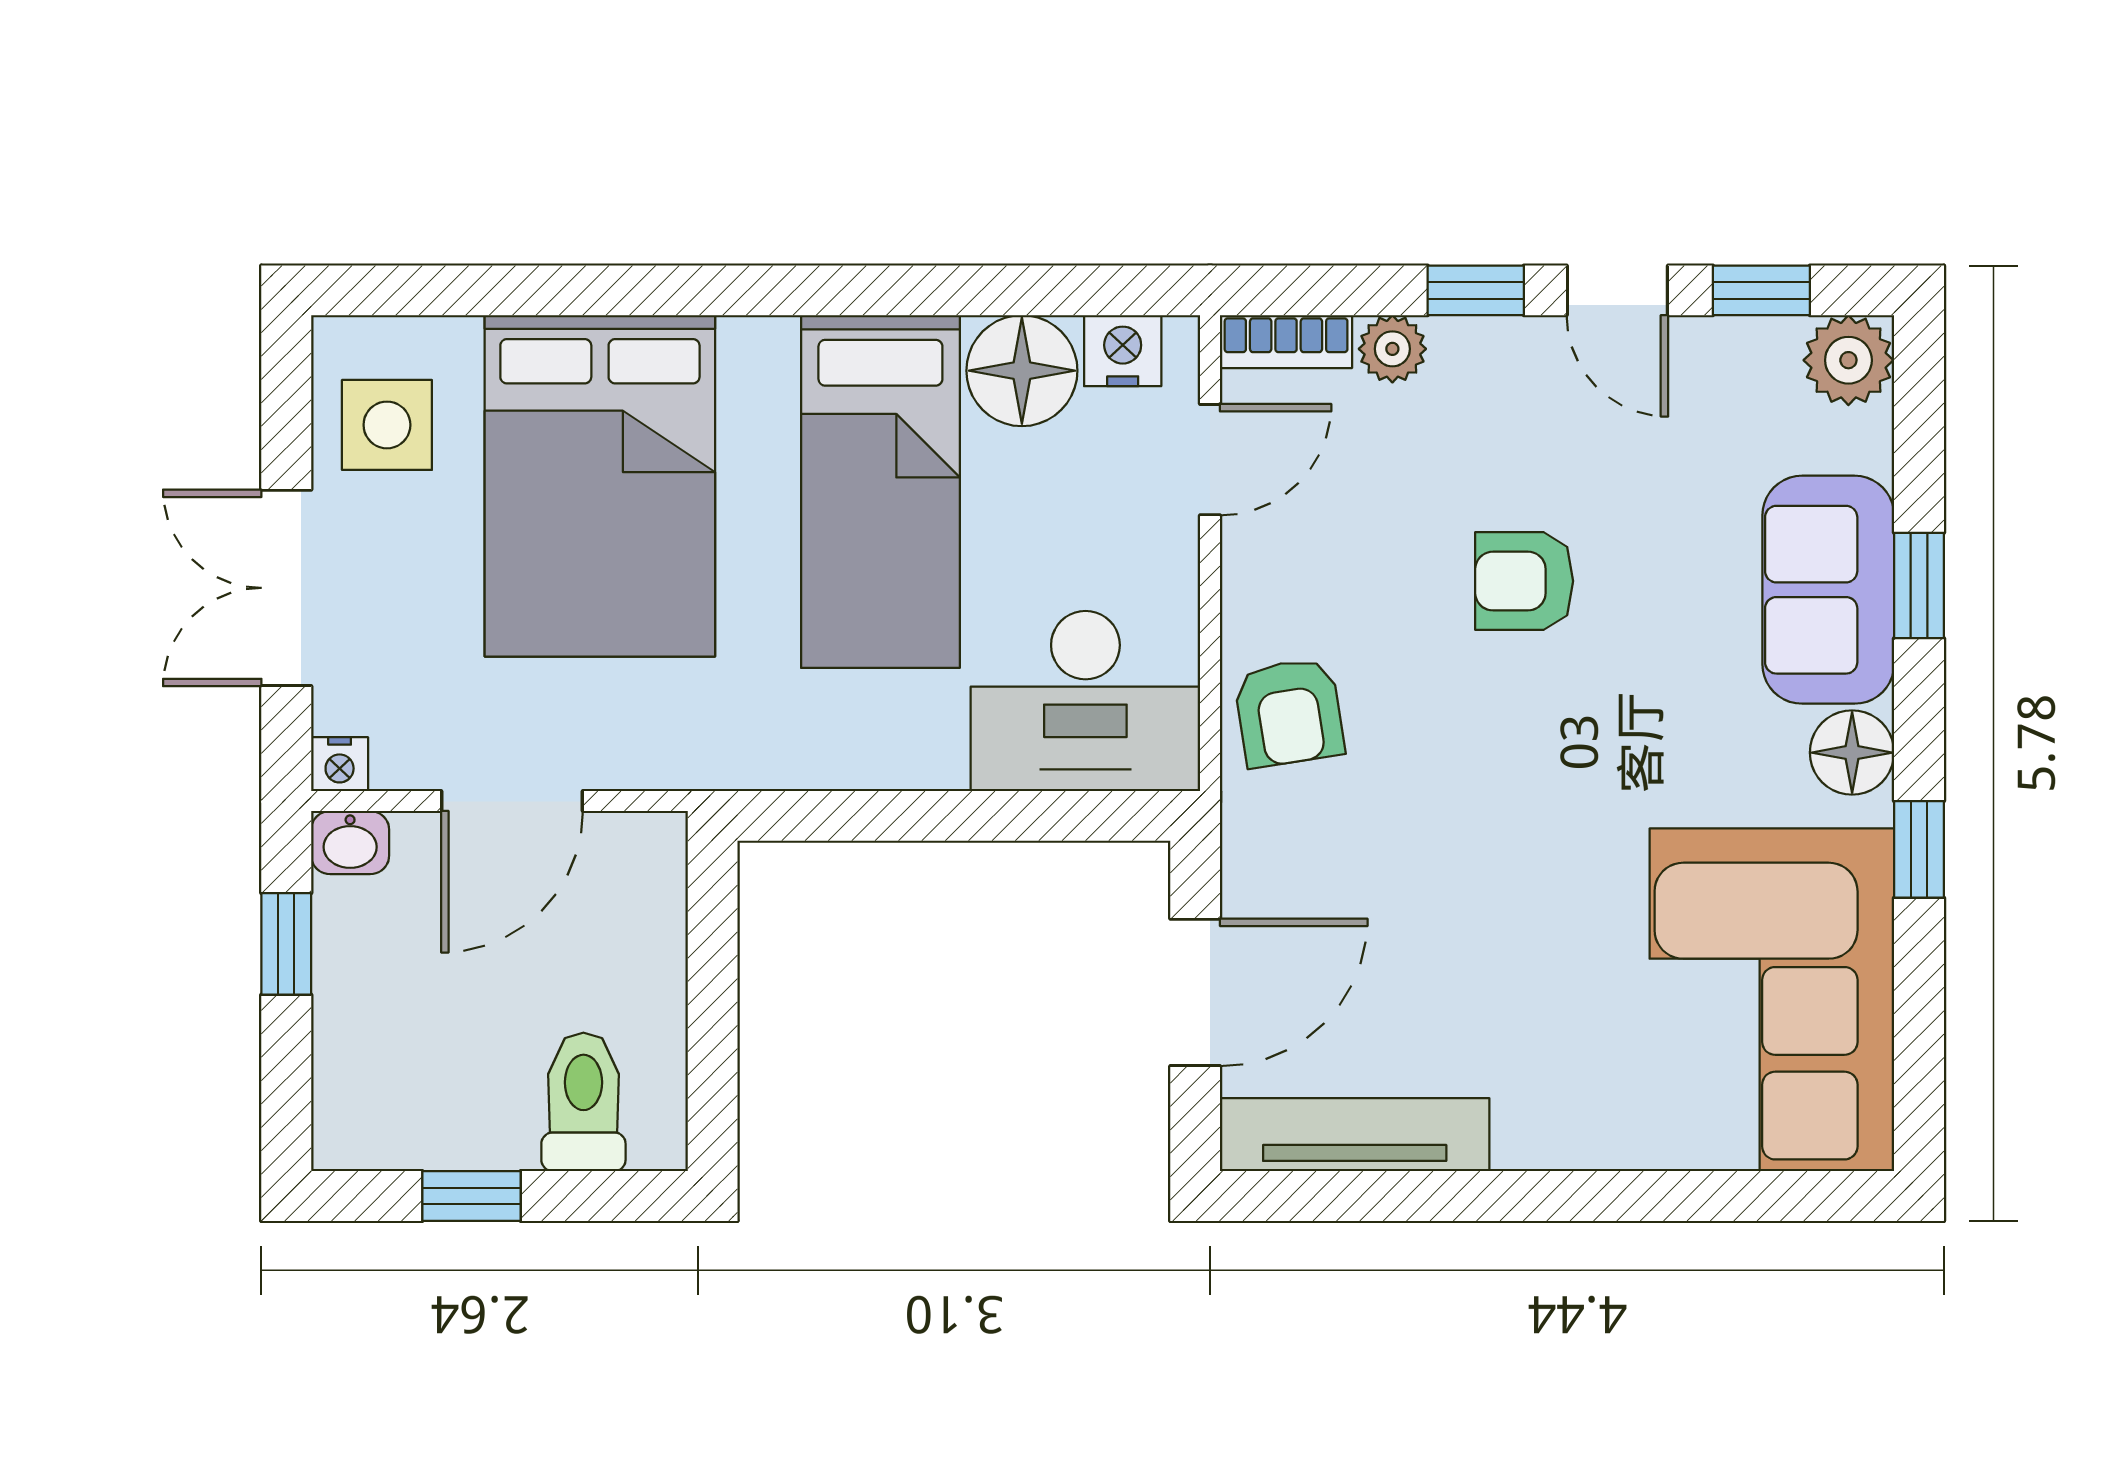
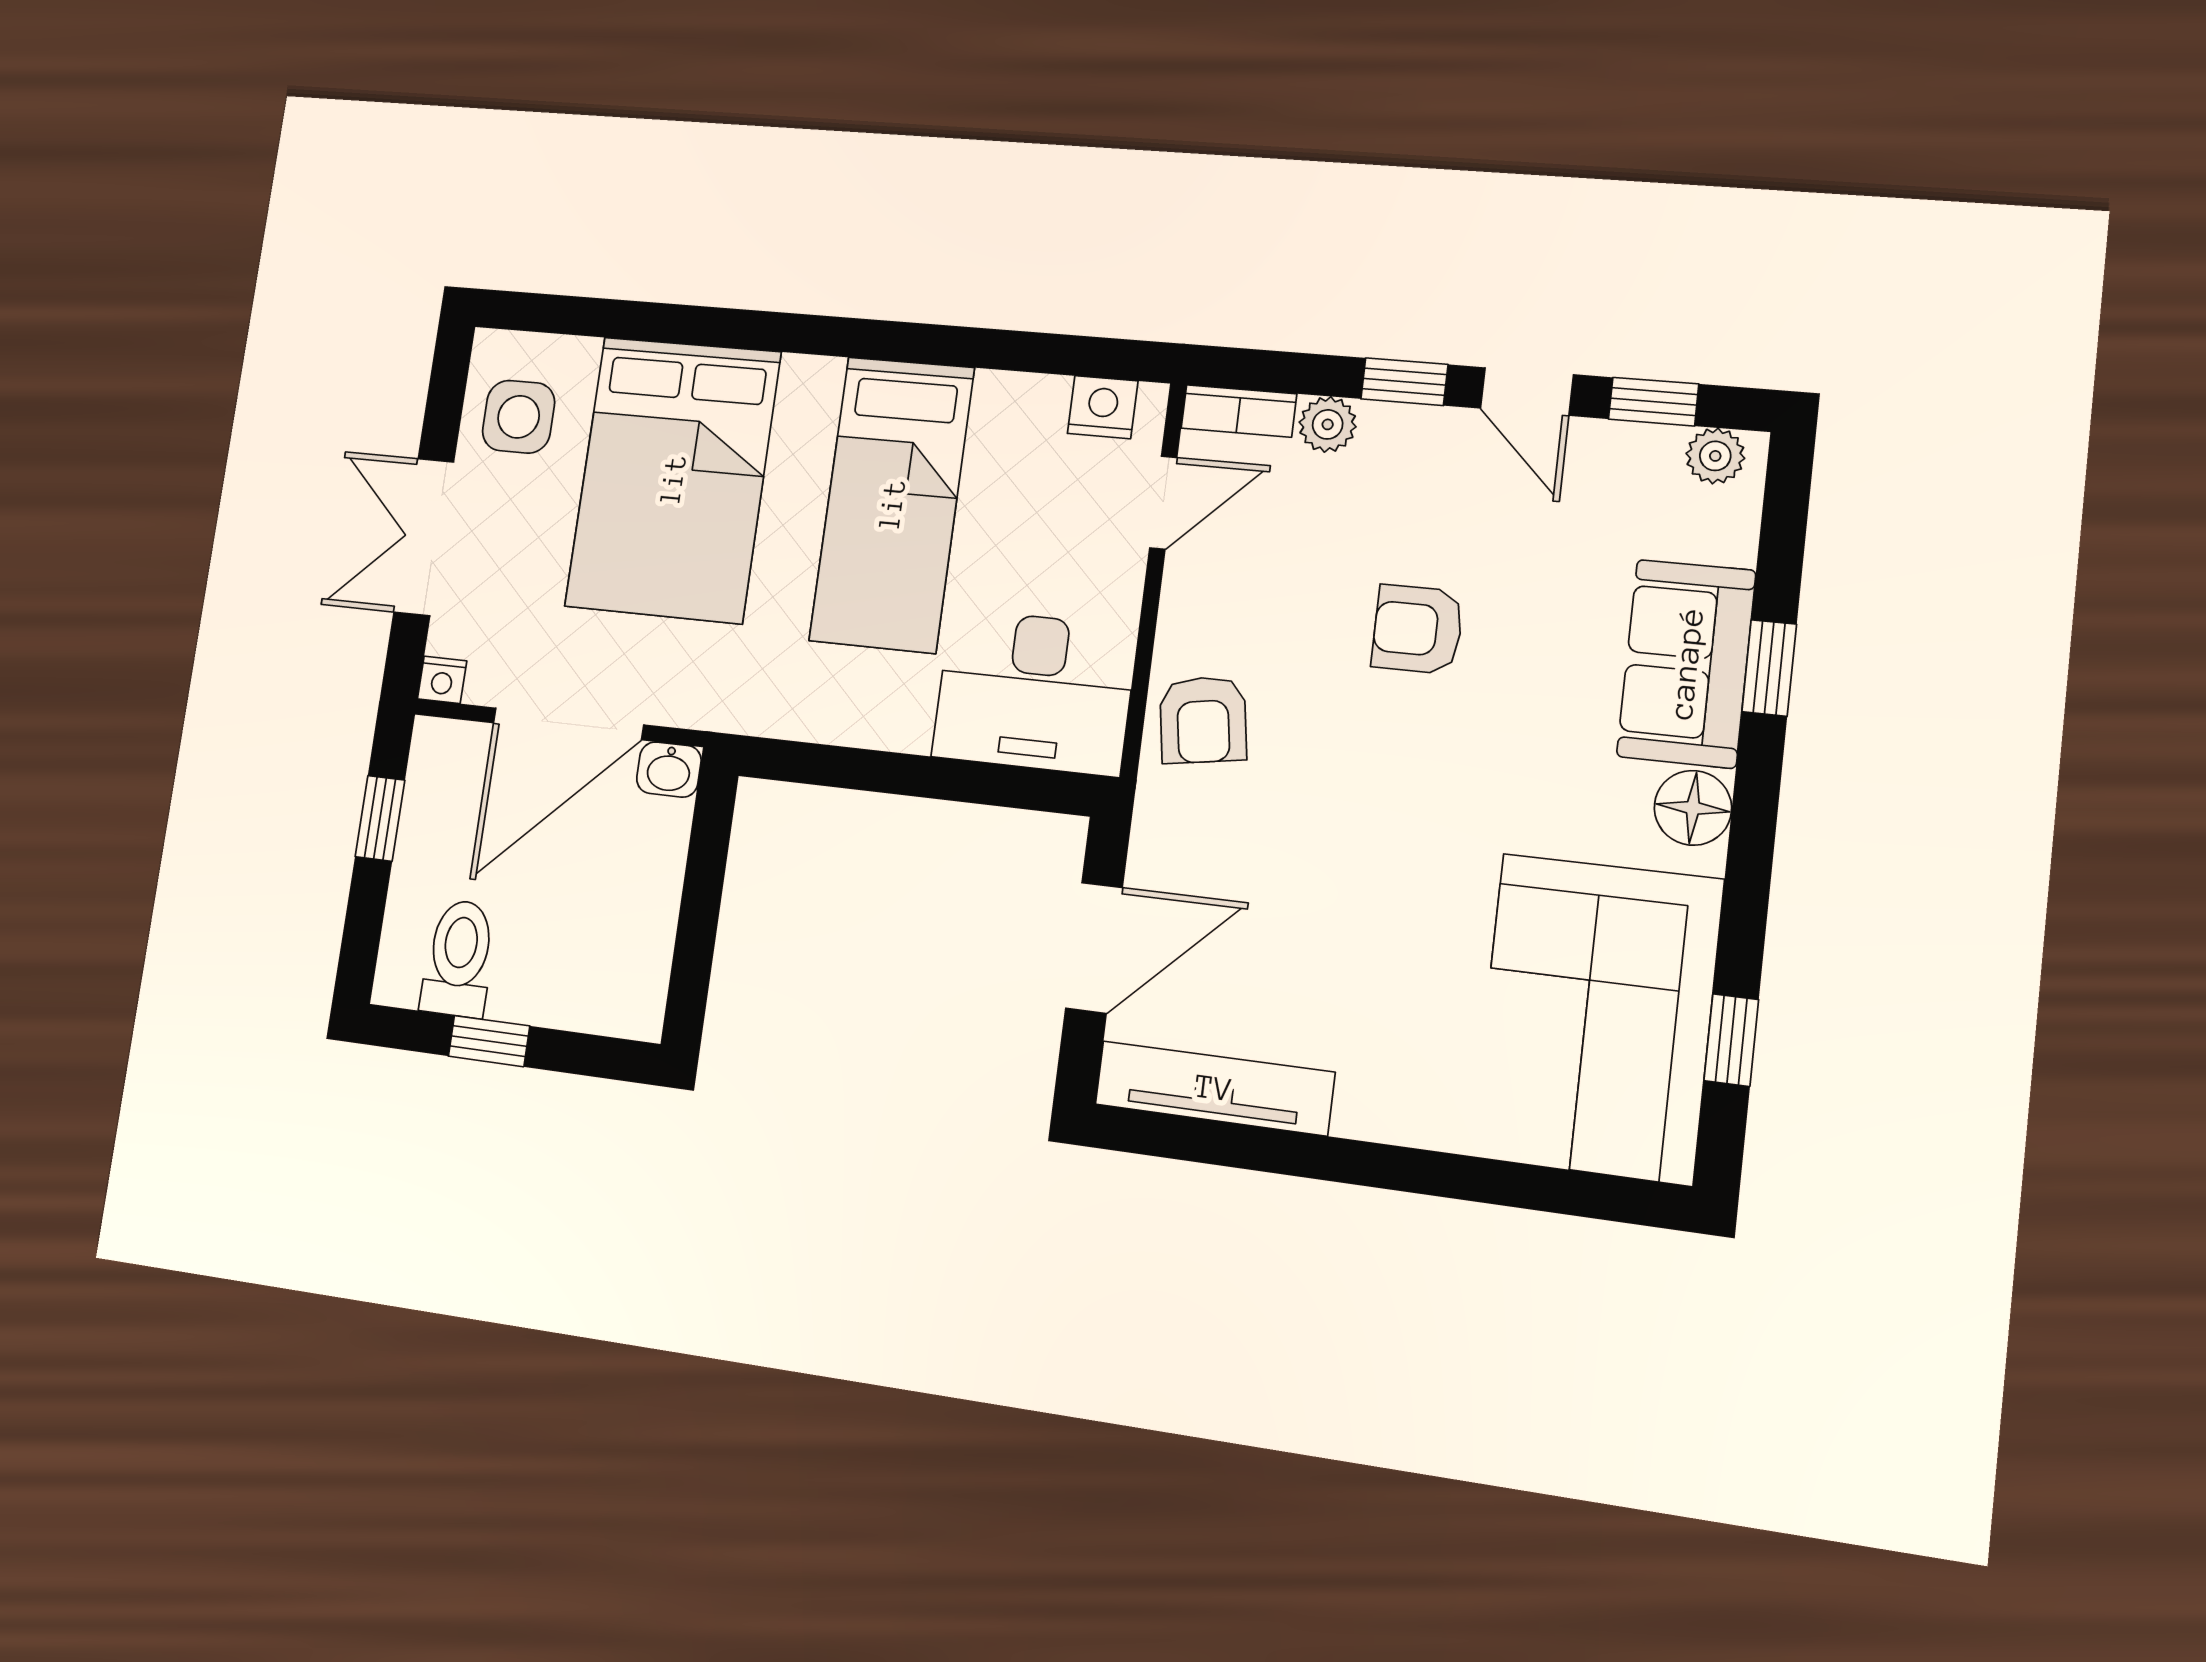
plant: (1848, 360) -> (1715, 456), width x0.73, depth x0.73
floor lamp: (1022, 371) -> (1019, 416), removed
door: (512, 801) -> (568, 724), width x1.36
washbasin: (350, 843) -> (669, 770), moved
window: (1919, 849) -> (1731, 1040), moved
toilet: (583, 1102) -> (459, 958), moved

